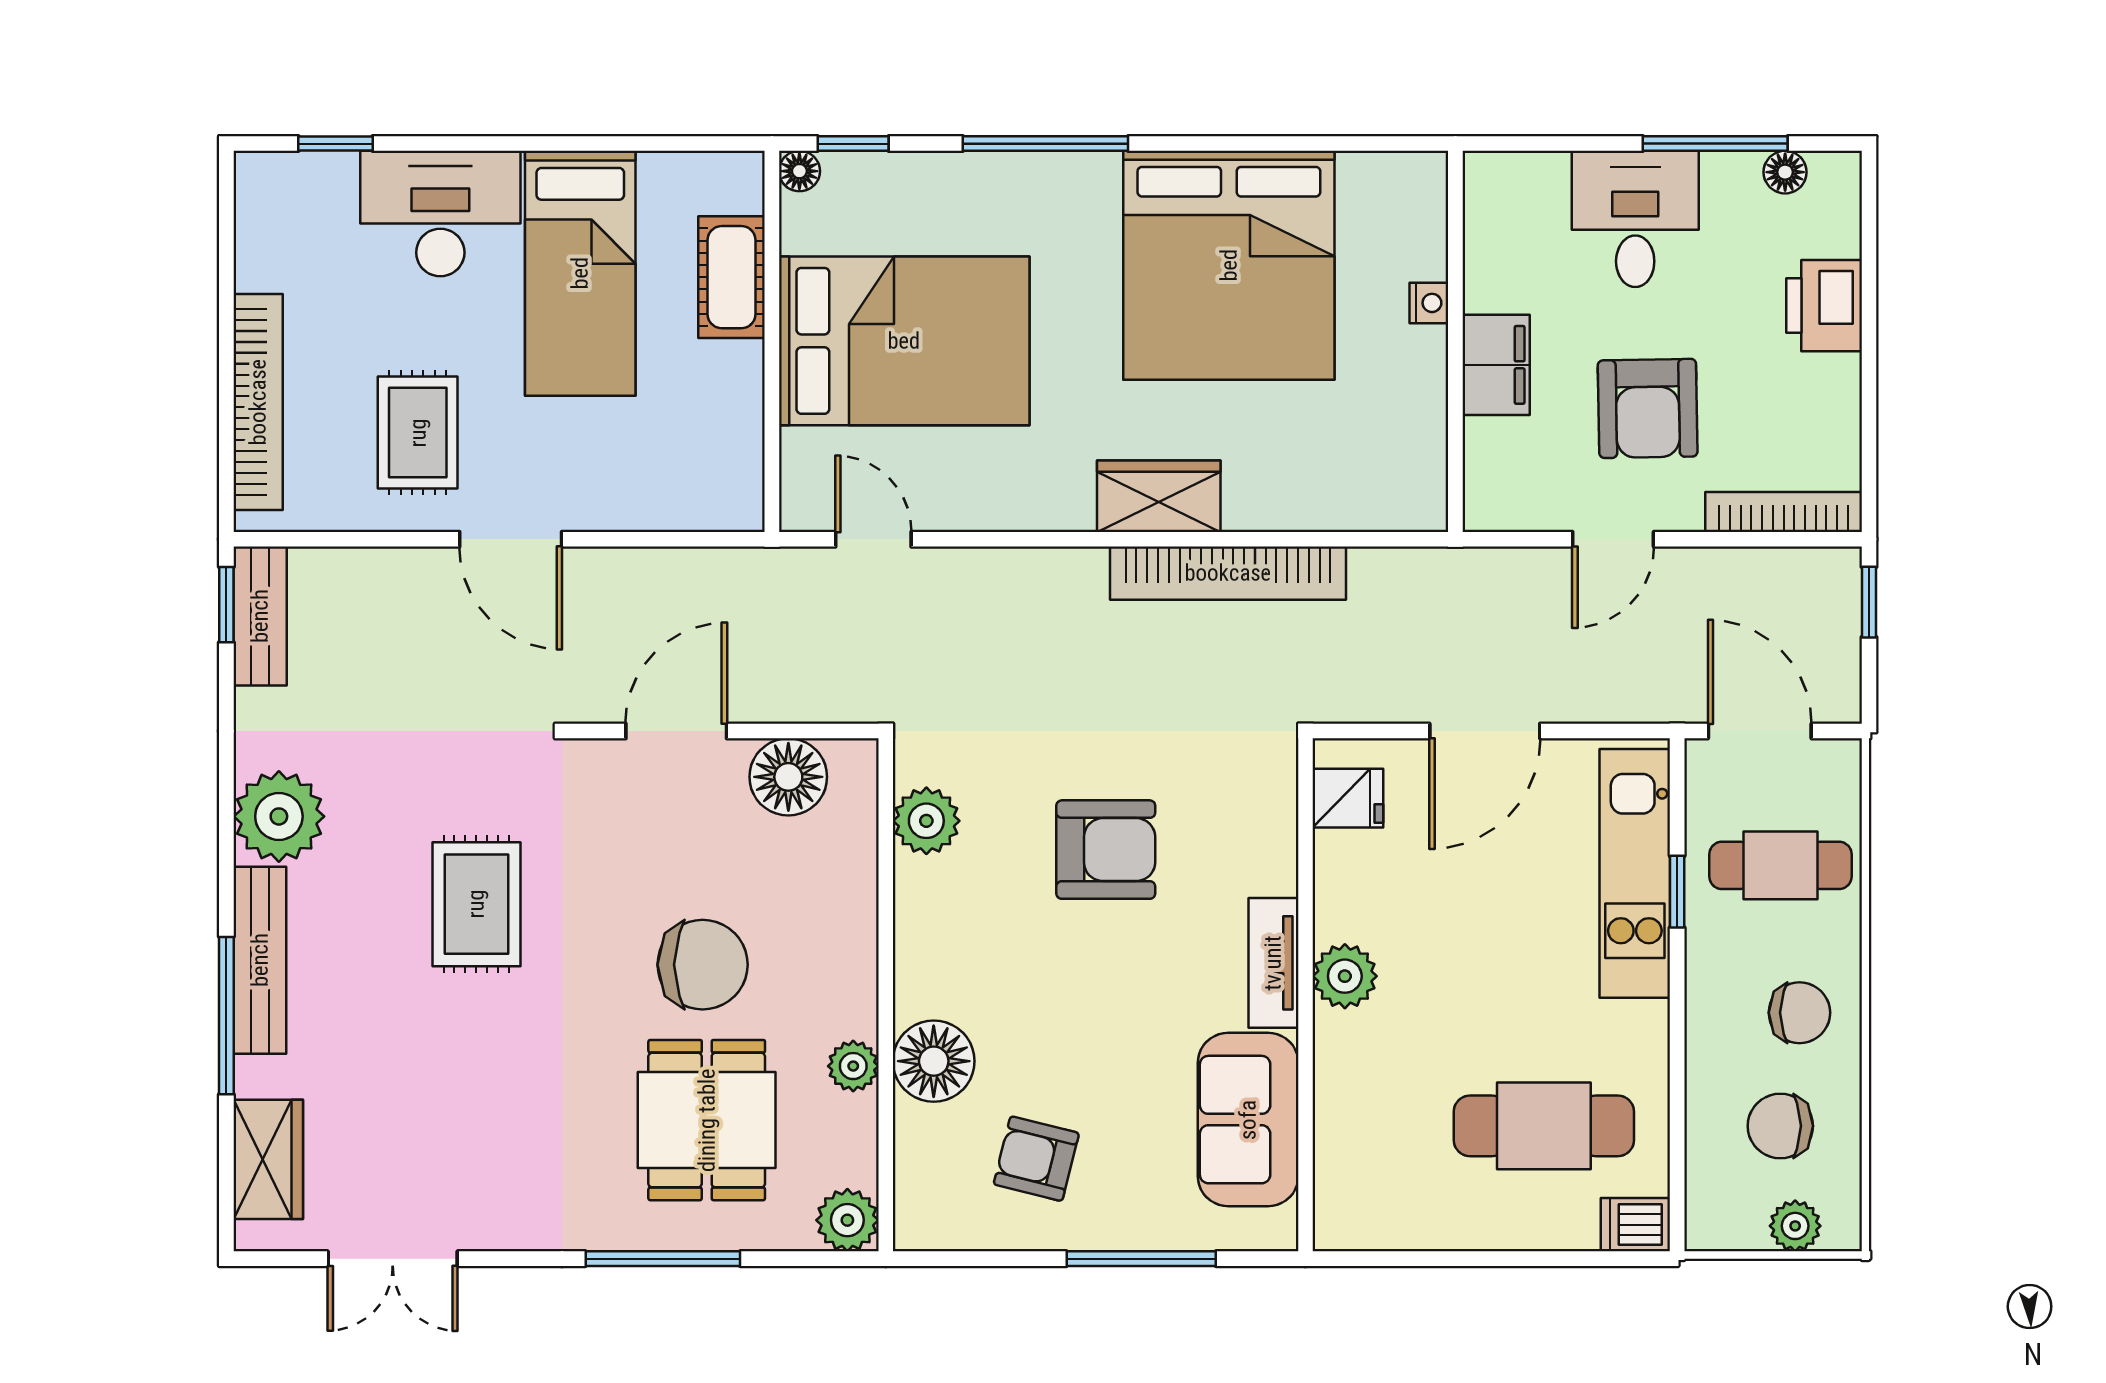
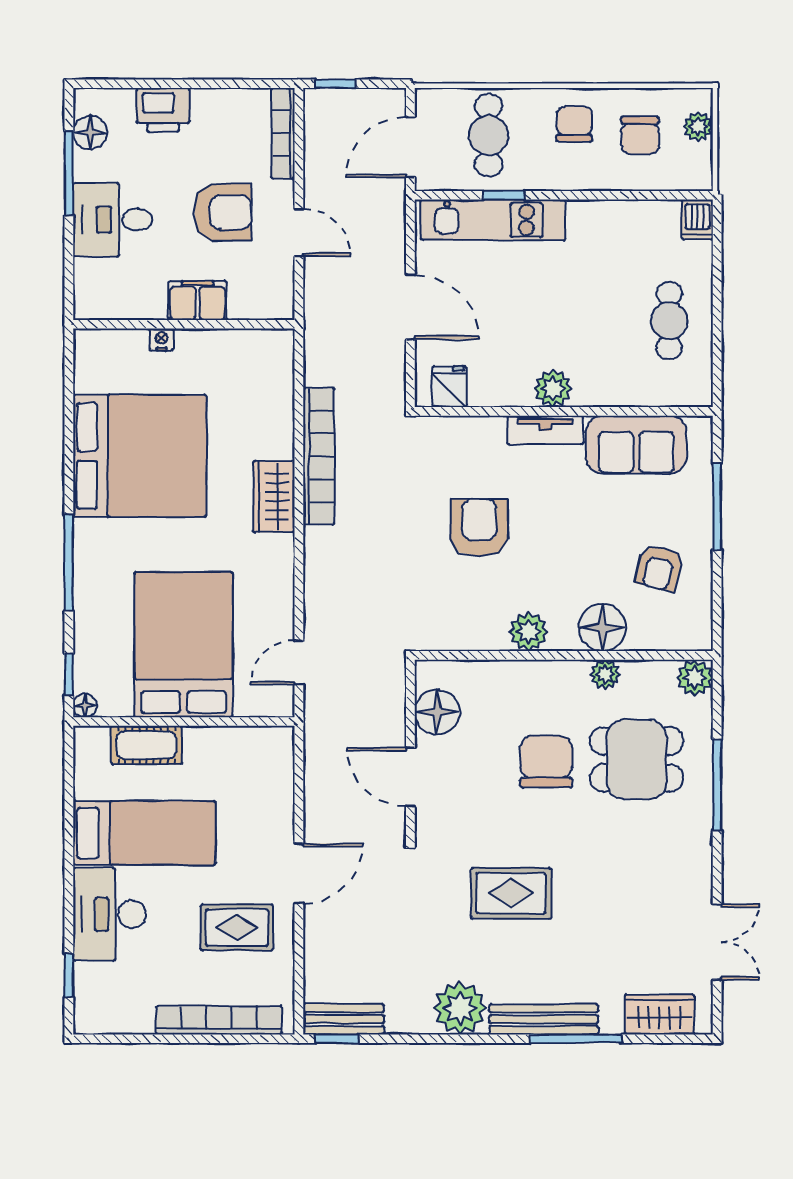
floor lamp: (1785, 172) -> (90, 132), width x1.37, depth x1.37
plant: (926, 821) -> (529, 632), moved
cafe table: (1544, 1126) -> (669, 321), moved, width x0.73, depth x0.74

